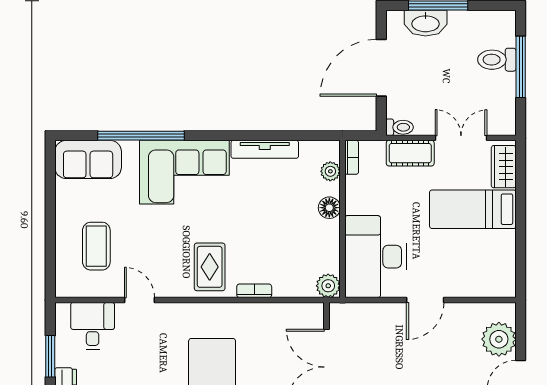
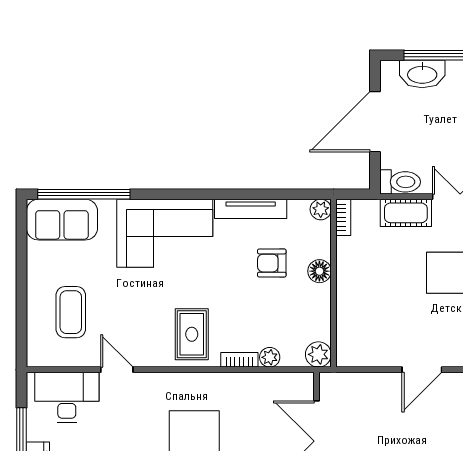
toilet: (400, 127) -> (400, 182), width x1.37, depth x1.39
window: (141, 136) -> (84, 194), moved
plant: (330, 171) -> (321, 209), moved
armchair: (285, 200) -> (272, 263), added
desk: (376, 257) -> (369, 323), removed
plant: (283, 288) -> (270, 357), added
desk: (93, 326) -> (67, 397), width x1.37

